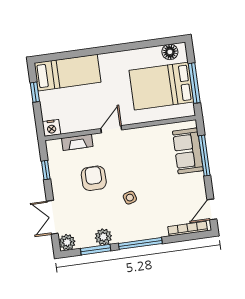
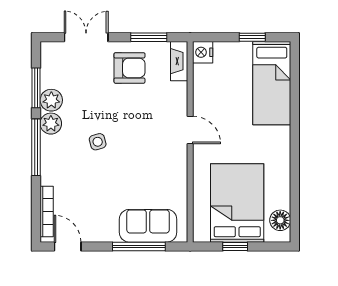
window: (194, 83) -> (235, 246), width x0.46
fireplace: (77, 142) -> (179, 61), moved
window: (46, 170) -> (149, 37), width x1.50
armchair: (94, 178) -> (129, 68), moved
plant: (67, 242) -> (51, 124), moved

